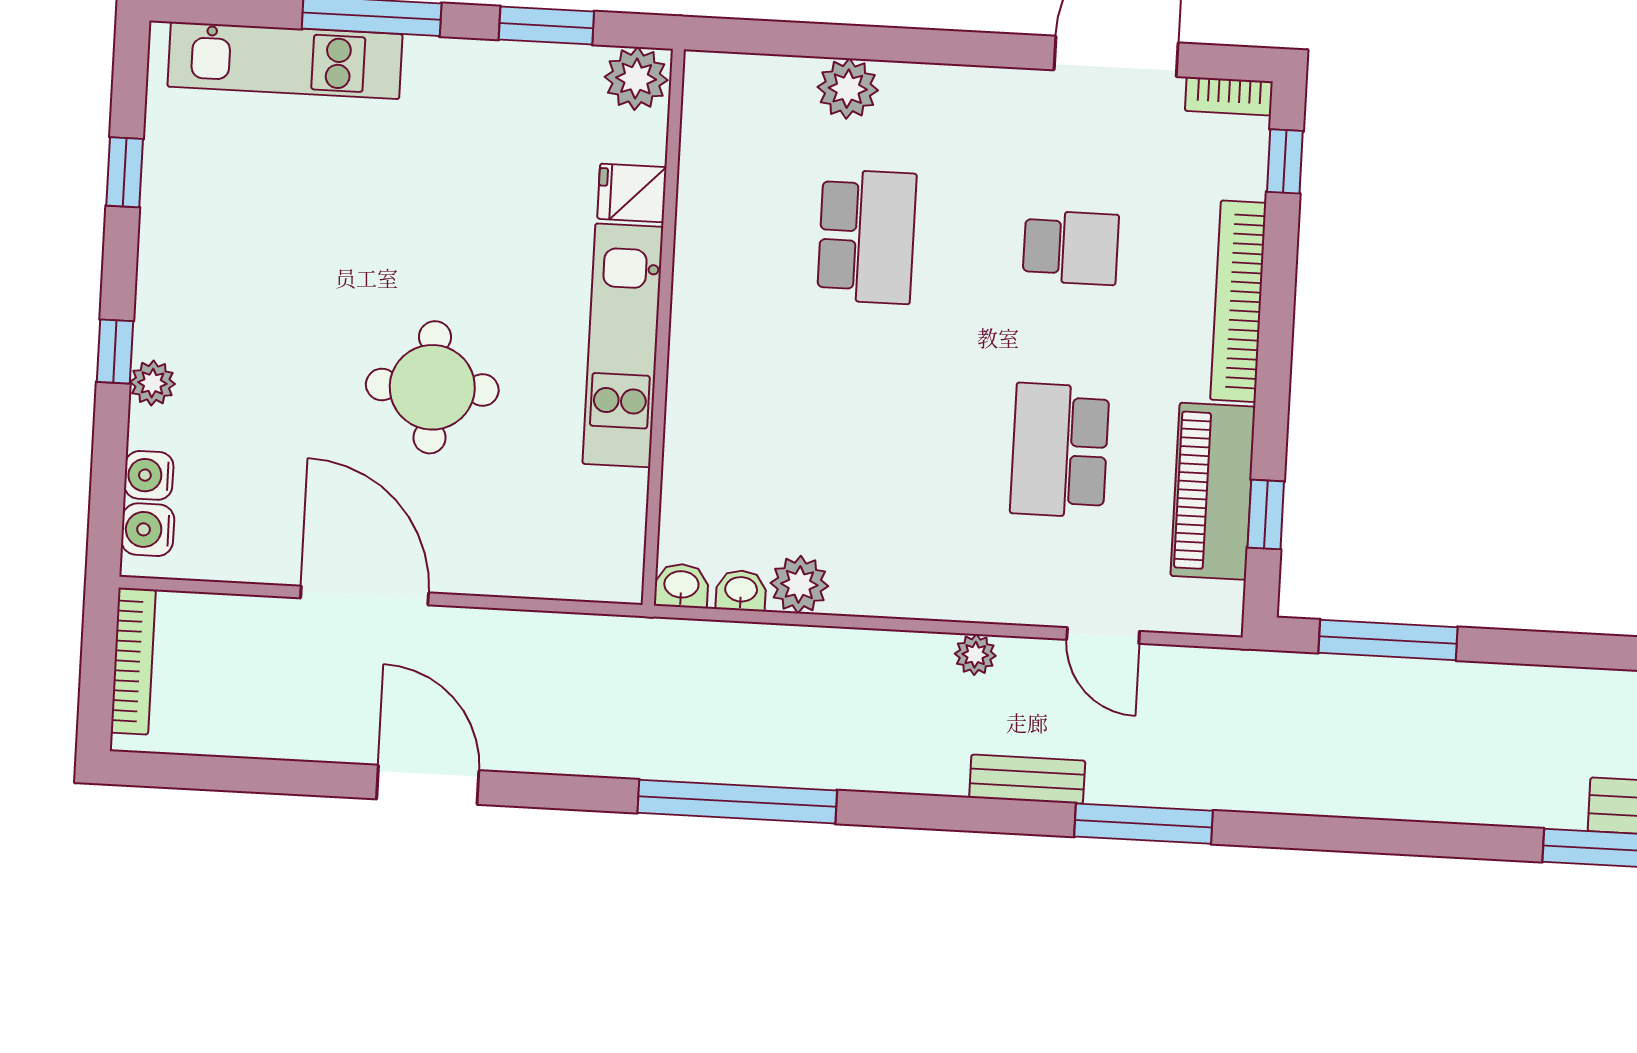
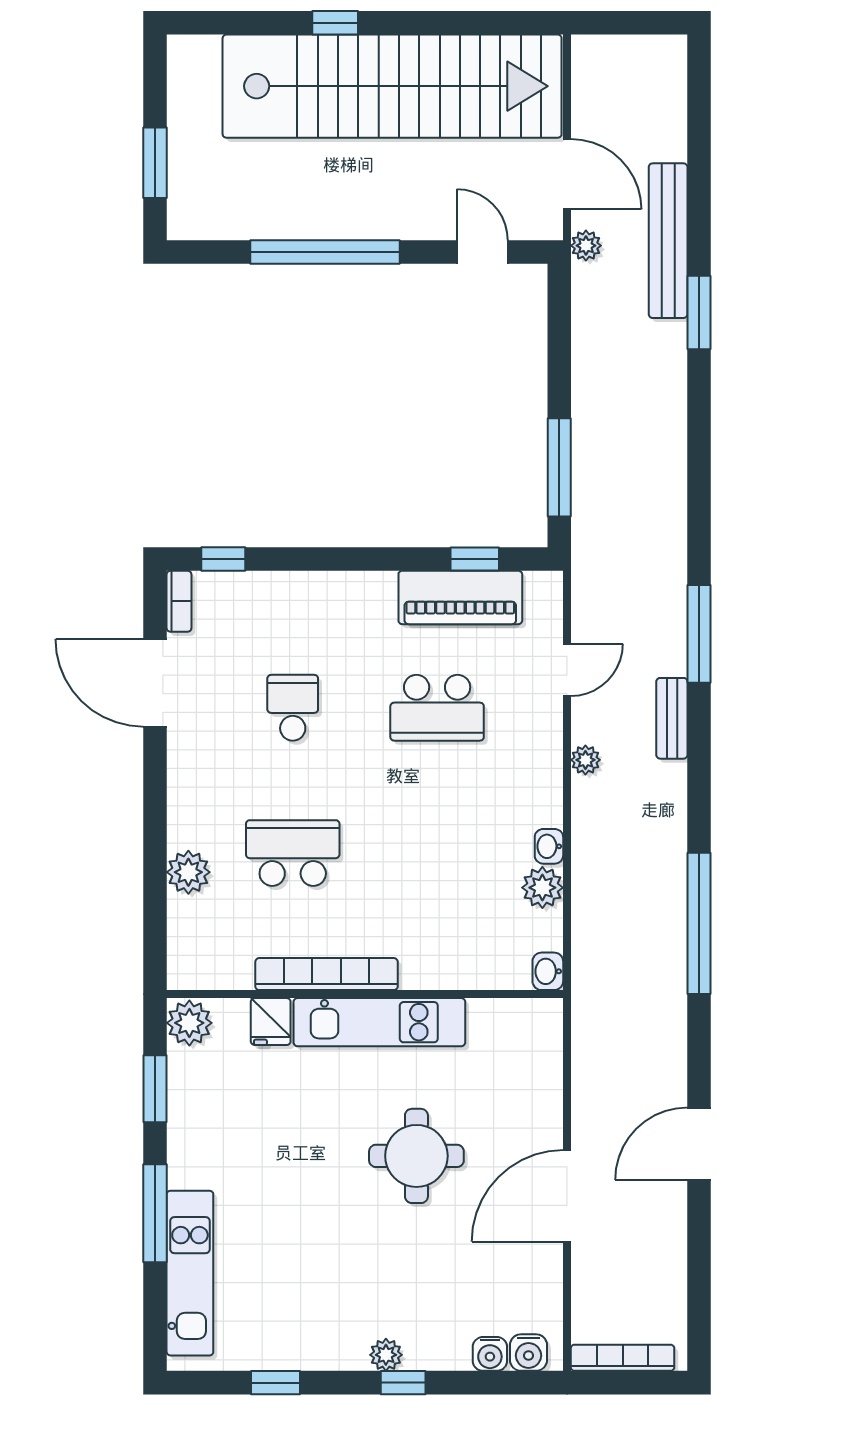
bookcase: (1238, 301) -> (327, 974), moved, turned 180
plant: (152, 383) -> (386, 1355), moved
washbasin: (741, 590) -> (549, 846), moved

